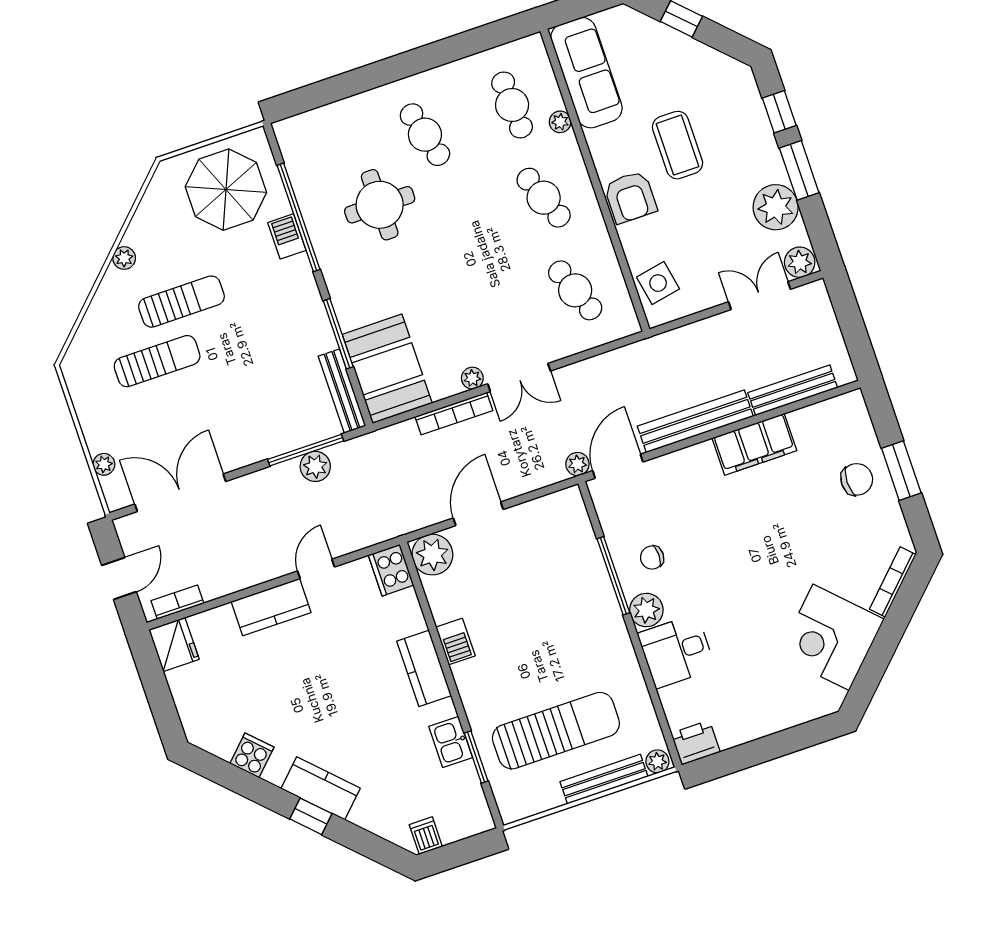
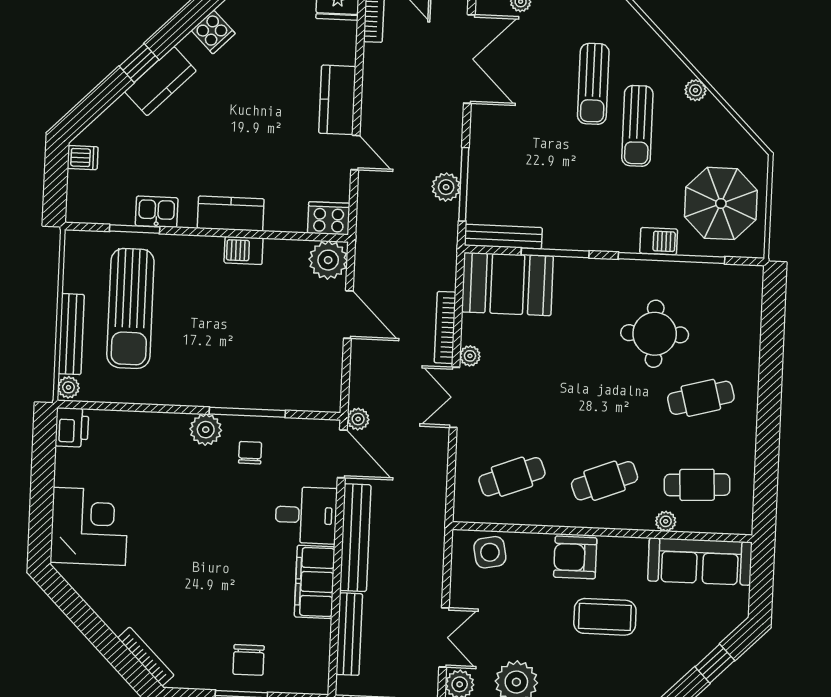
corner desk: (831, 637) -> (89, 526), moved, turned 45
desk: (676, 651) -> (306, 515), moved, turned 90

